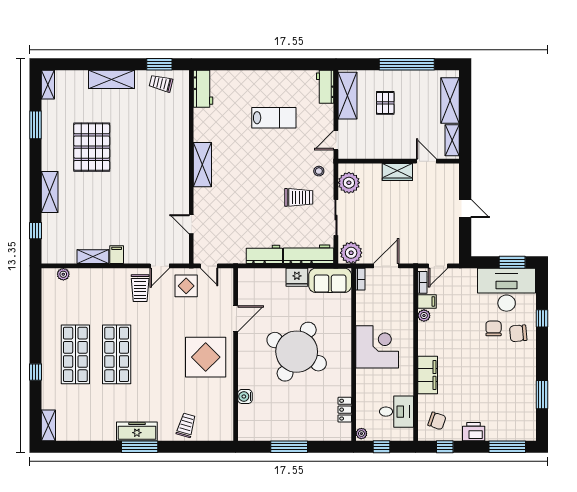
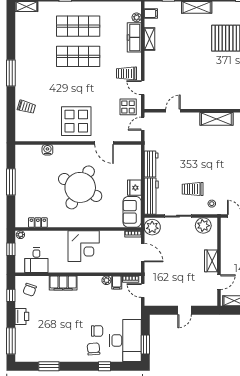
trolley: (299, 197) -> (193, 189), turned 90
filing cabinet: (117, 255) -> (151, 13), moved
freezer: (137, 431) -> (134, 37), moved, turned 180

